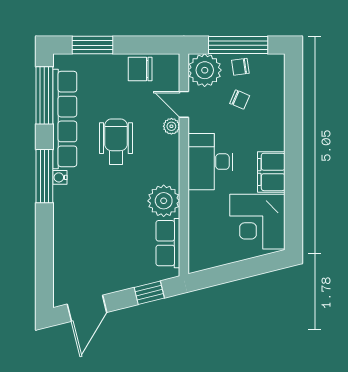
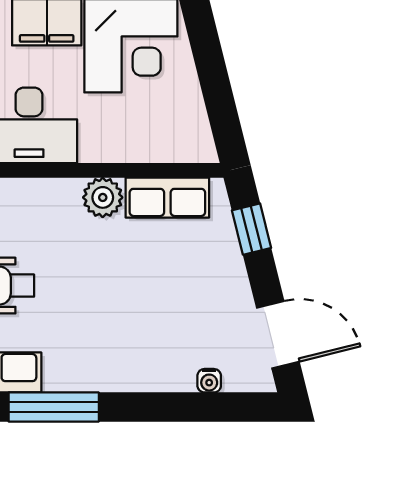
water cooler: (60, 177) -> (209, 381), moved
plant: (164, 201) -> (103, 197), width x0.73, depth x0.73

